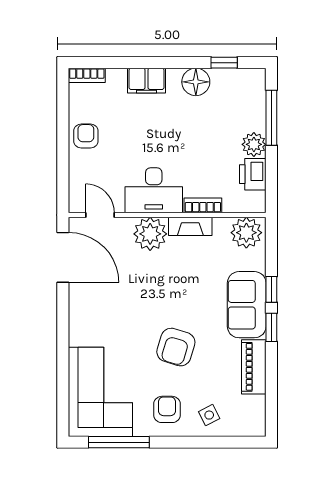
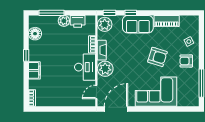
window: (224, 63) -> (26, 55), moved
floor lamp: (196, 82) -> (35, 34), moved
armchair: (86, 136) -> (60, 98), removed
window: (271, 327) -> (110, 13), moved
corner sofa: (100, 392) -> (156, 92), moved

